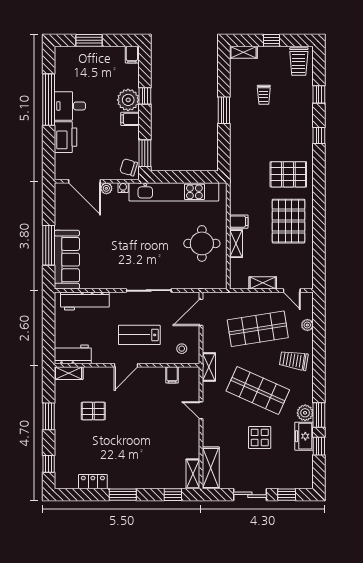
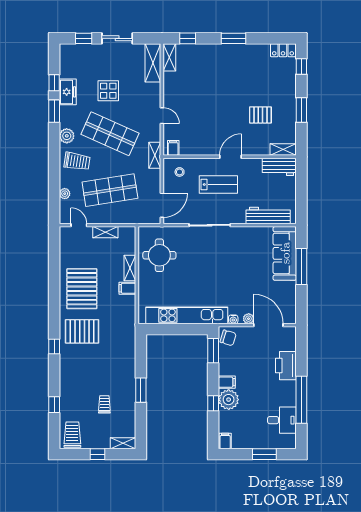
desk: (70, 106) -> (282, 420), moved
window: (319, 135) -> (54, 347), moved
round table: (202, 243) -> (159, 255), moved
filing cabinet: (172, 375) -> (173, 148), moved
plant: (305, 413) -> (67, 136), moved
locker: (93, 482) -> (283, 50), moved

